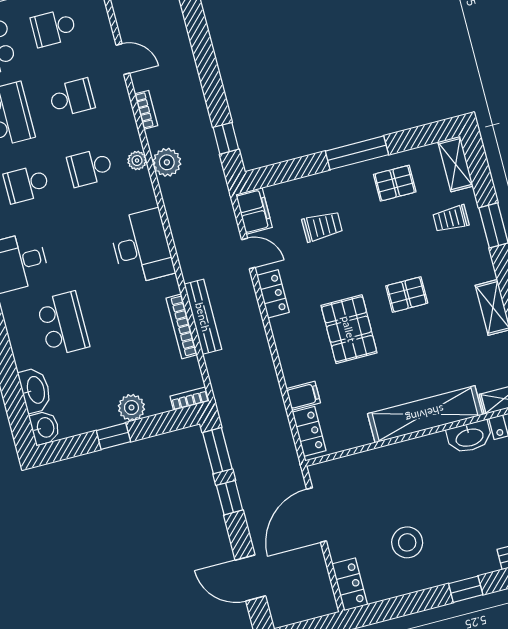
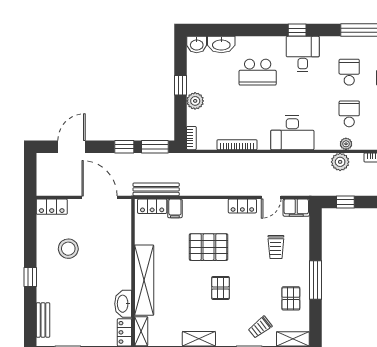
trolley: (451, 219) -> (260, 327), turned -128
bench: (203, 317) -> (156, 189), moved

